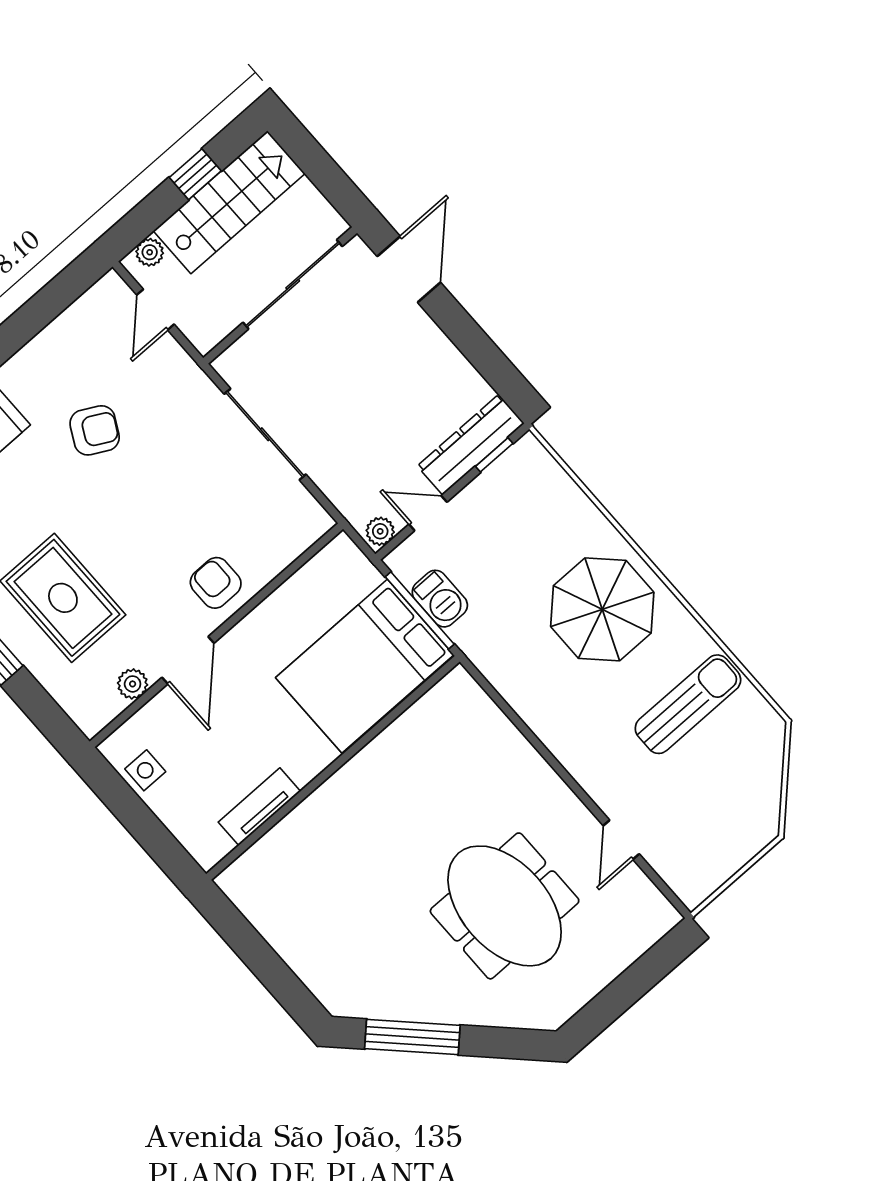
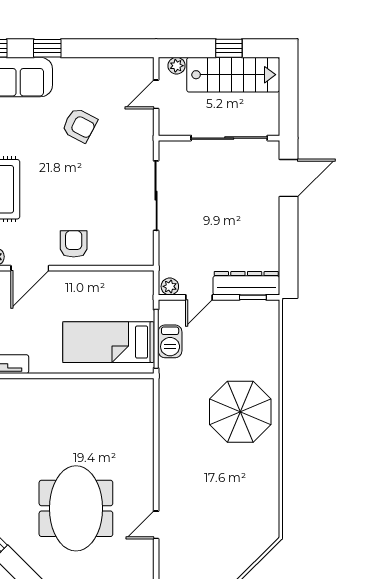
door: (428, 513) -> (199, 297), swing flipped
bed: (365, 666) -> (108, 342), width x0.67
sun lounger: (688, 704) -> (241, 490), removed

